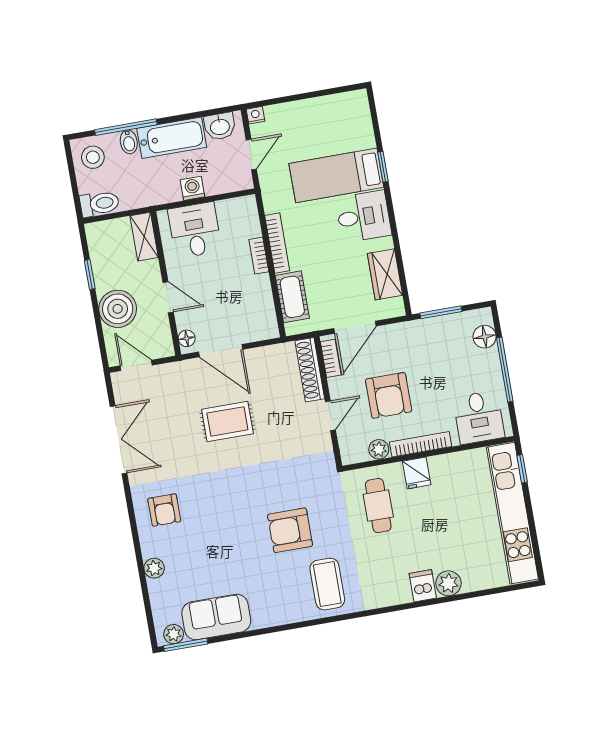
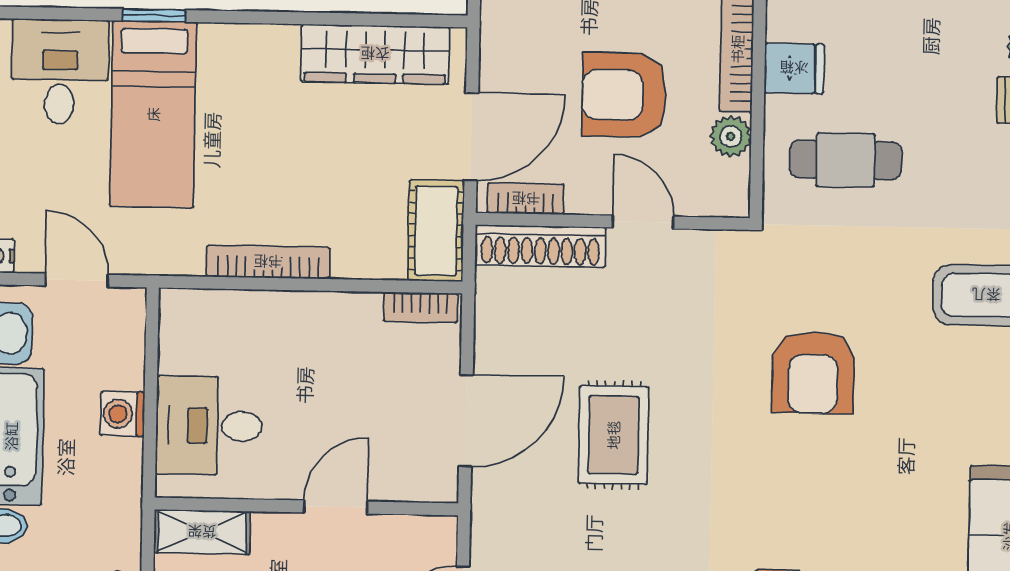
desk: (363, 216) -> (60, 72), moved
bookcase: (259, 256) -> (421, 307), moved
wardrobe: (385, 274) -> (375, 54), width x1.50
cot: (292, 297) -> (436, 231), moved, turned 90
door: (355, 327) -> (471, 137), hinge flipped
floor lamp: (187, 338) -> (427, 485), removed
armchair: (389, 395) -> (624, 95), turned 180
armchair: (290, 530) -> (813, 373), moved

